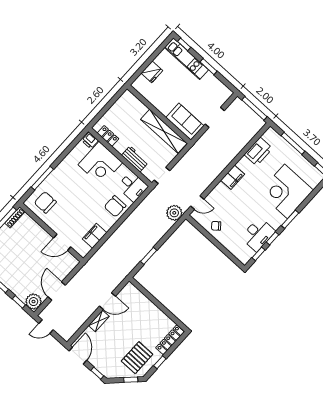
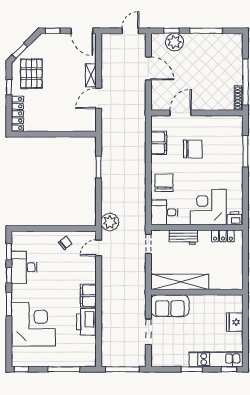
printer: (258, 151) -> (86, 322), moved
chair: (45, 202) -> (193, 149), moved
plant: (33, 302) -> (174, 42), moved

